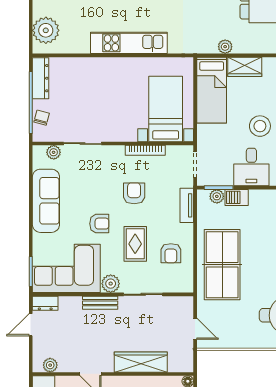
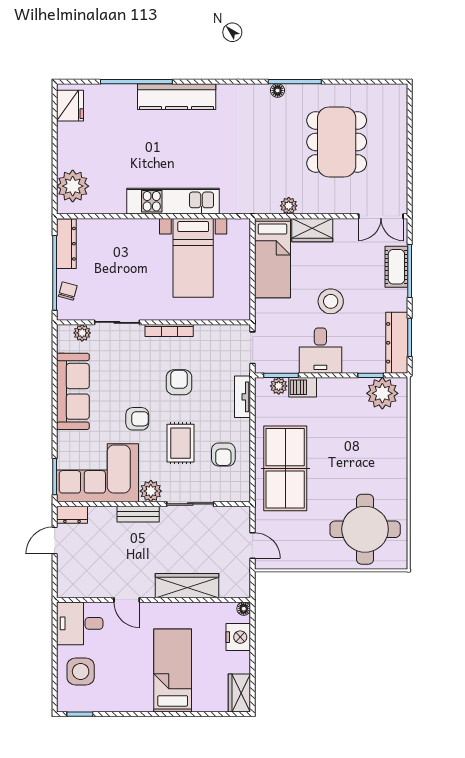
bed with nightstands: (166, 109) -> (193, 258), moved, turned 180
bookcase: (145, 150) -> (169, 331), moved
plant: (50, 365) -> (78, 589), removed

